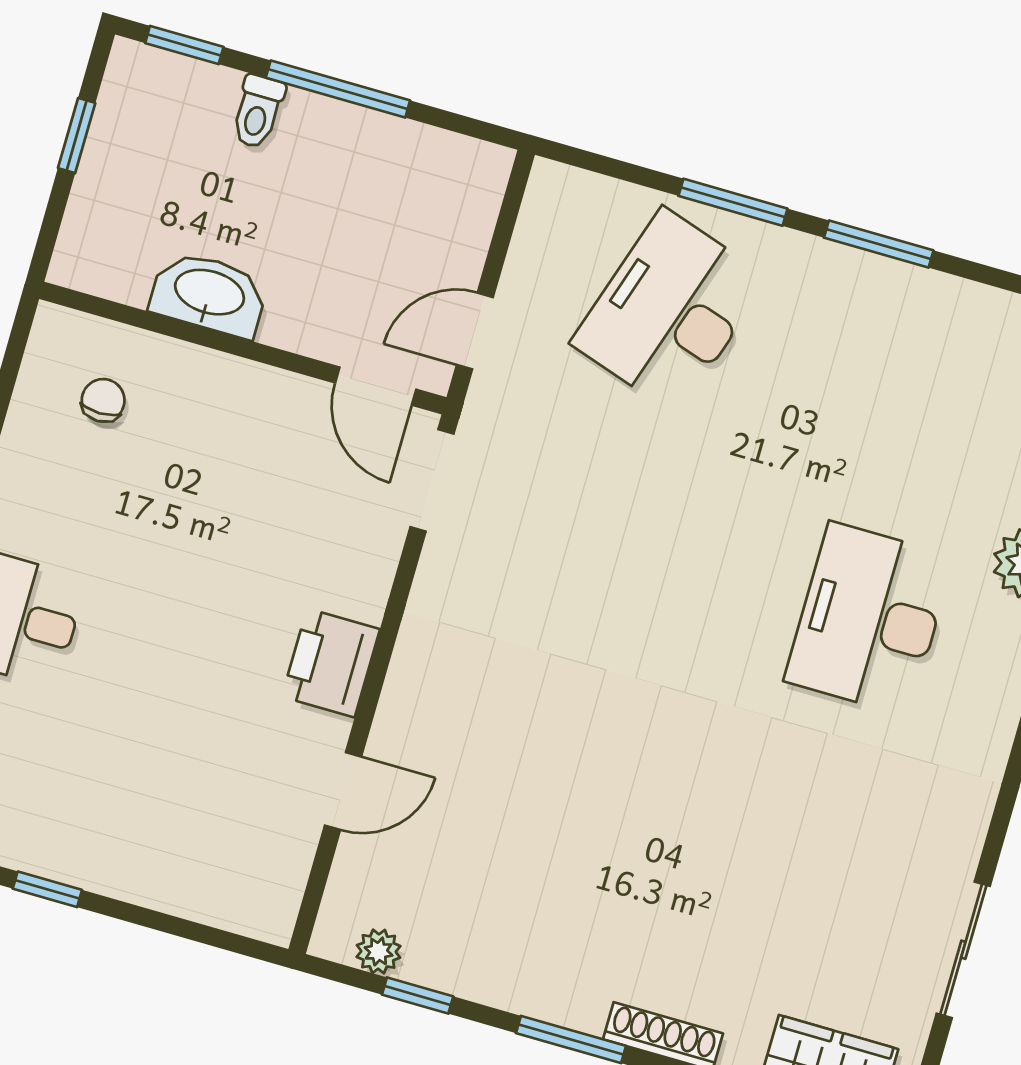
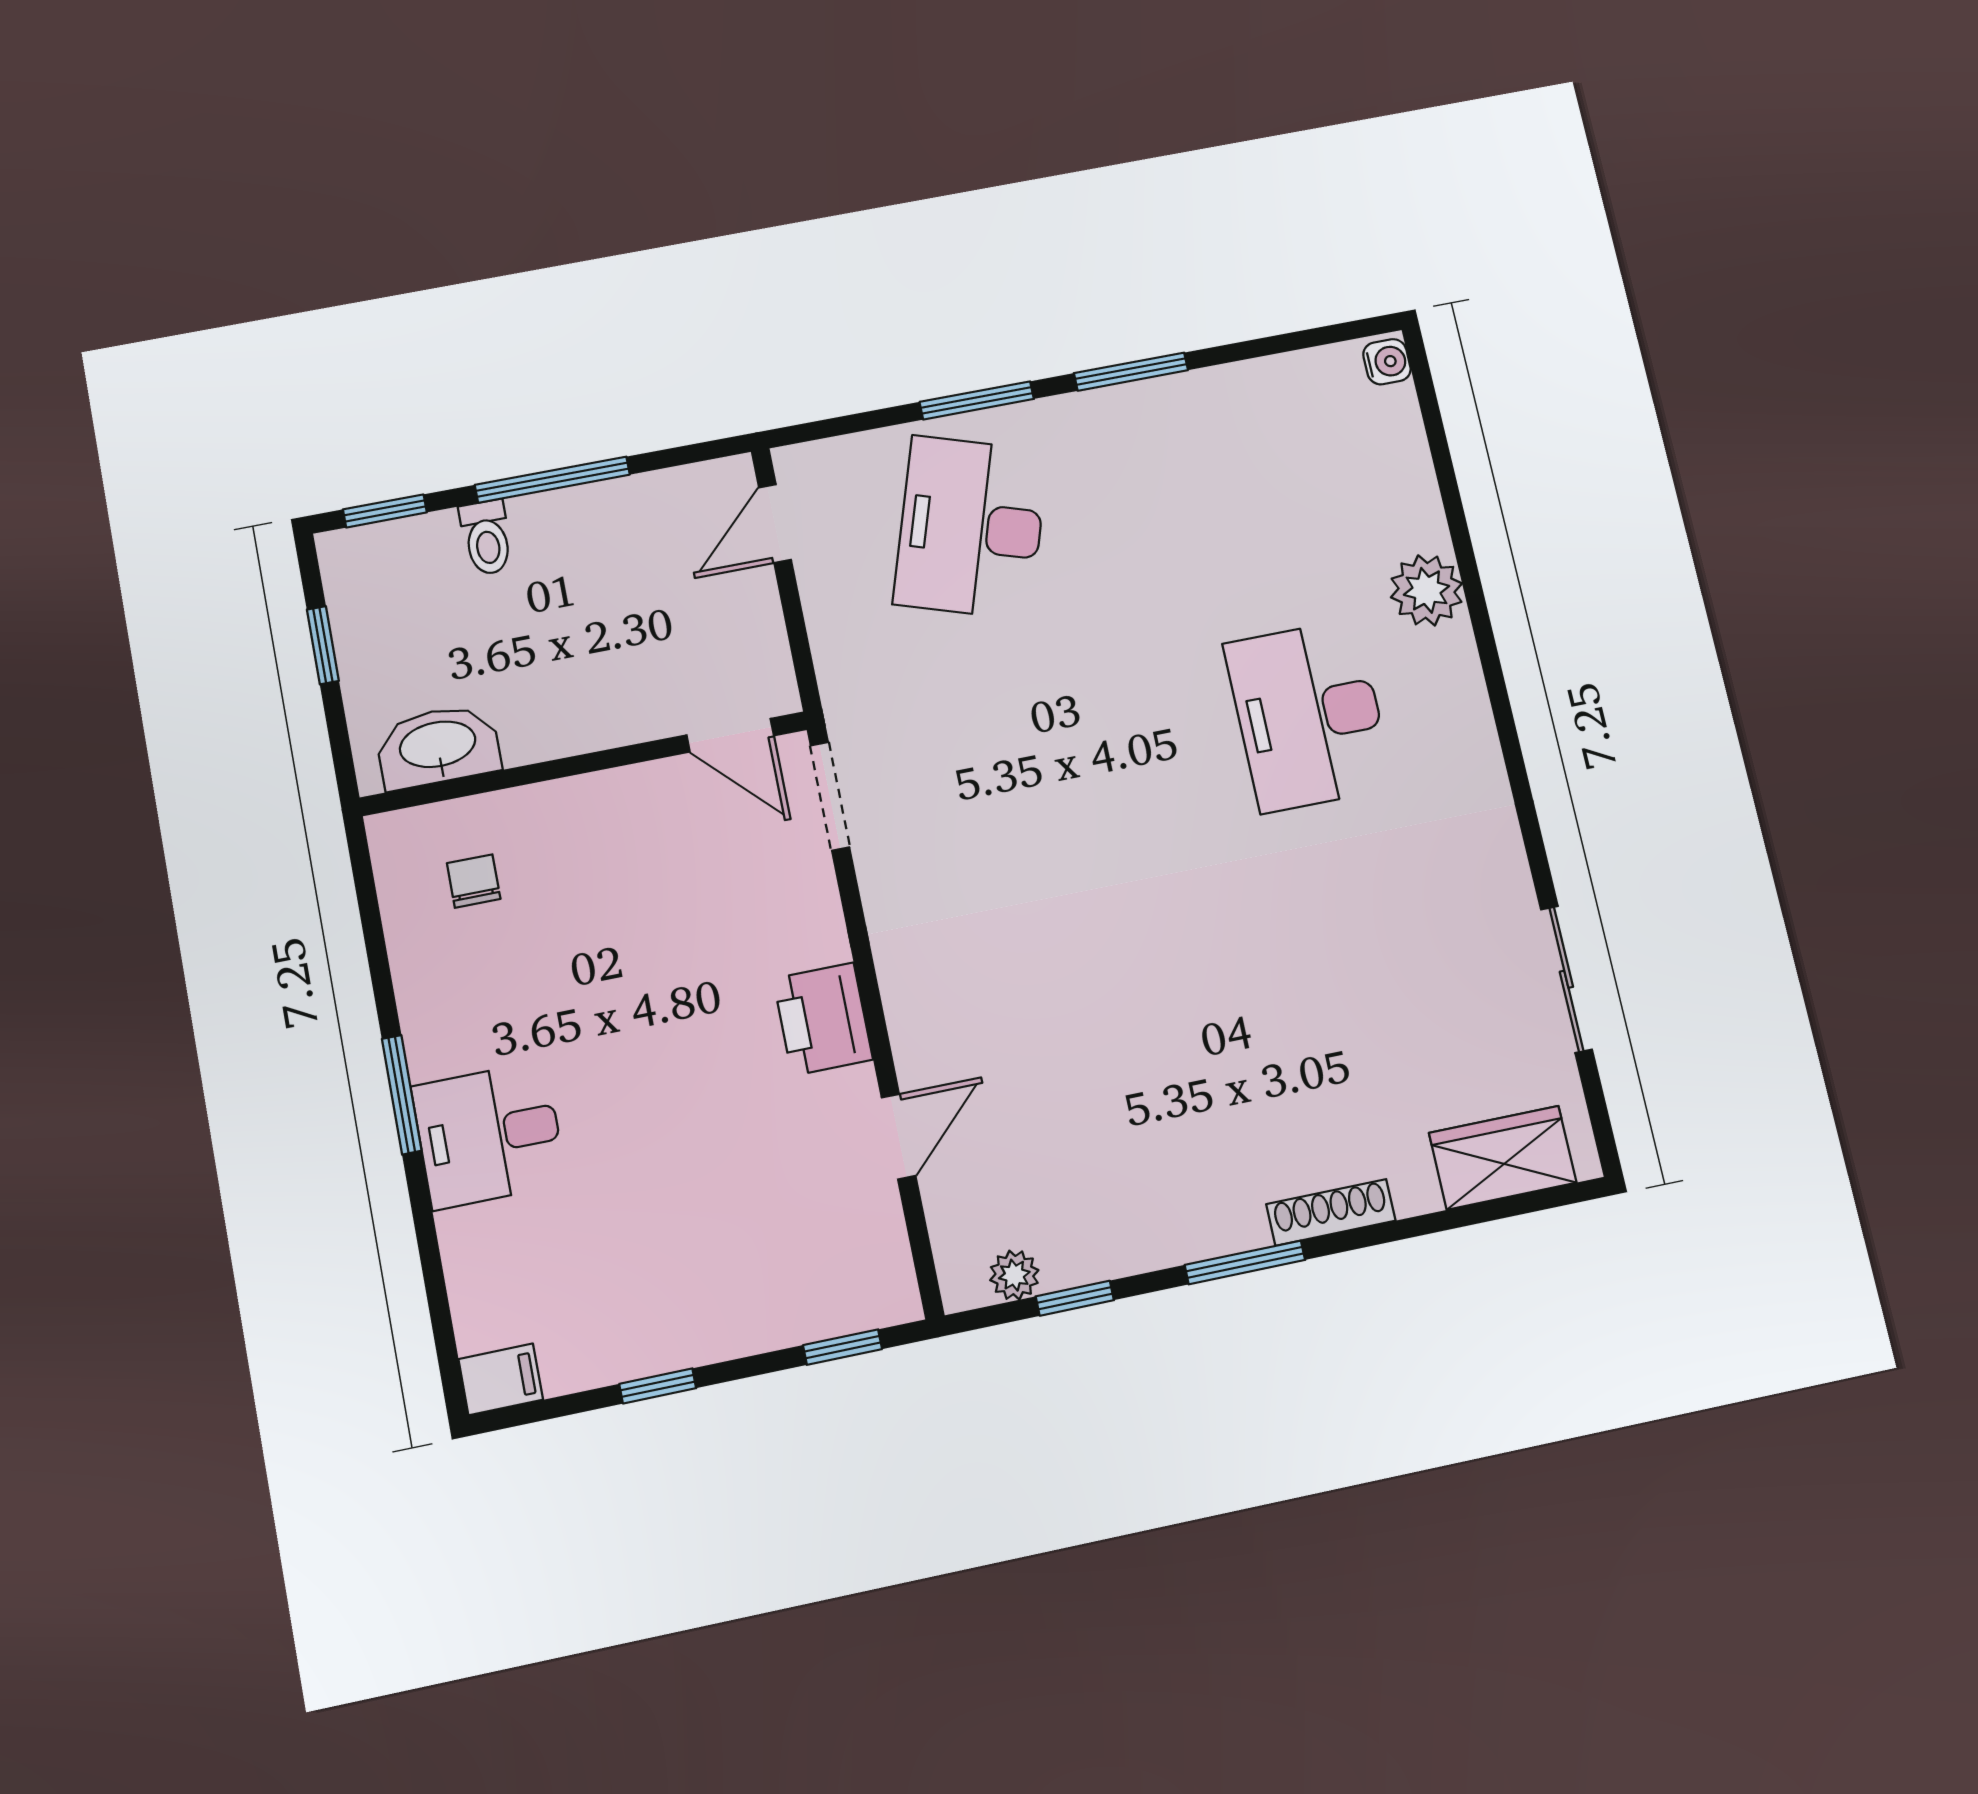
washbasin: (209, 294) -> (438, 746), moved
door: (475, 331) -> (775, 524), moved
window: (210, 936) -> (843, 1347), added

